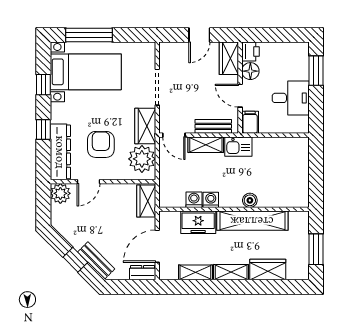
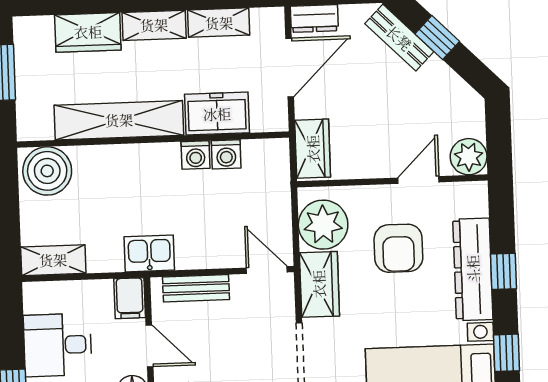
shelving: (206, 145) -> (53, 260), moved
dresser: (60, 152) -> (473, 269), moved
boiler: (250, 200) -> (47, 171), moved, width x1.86, depth x1.86

